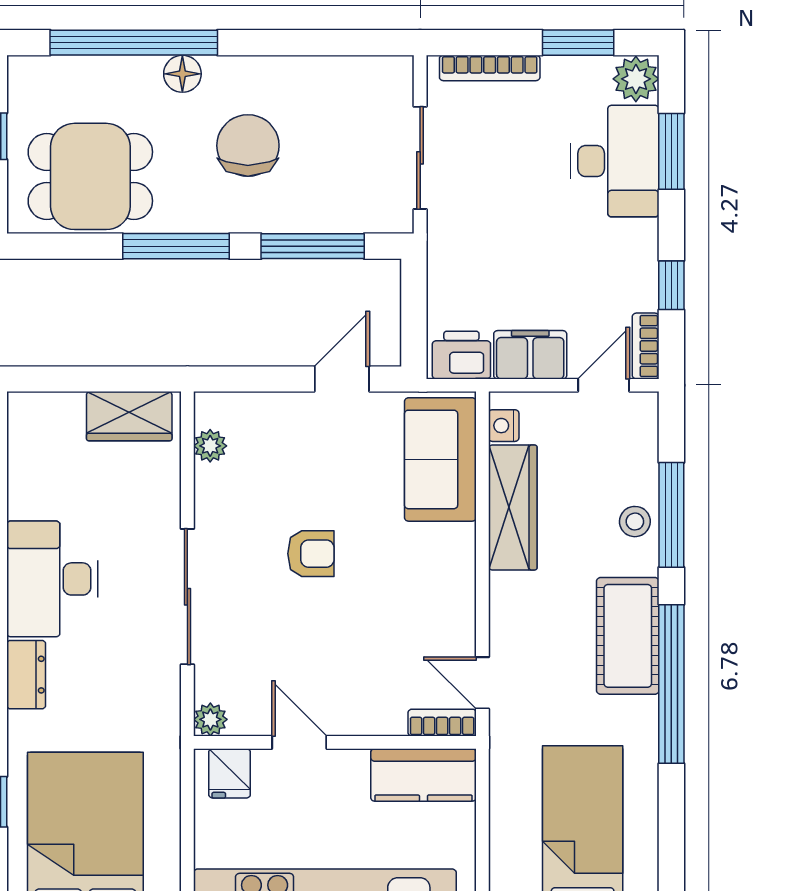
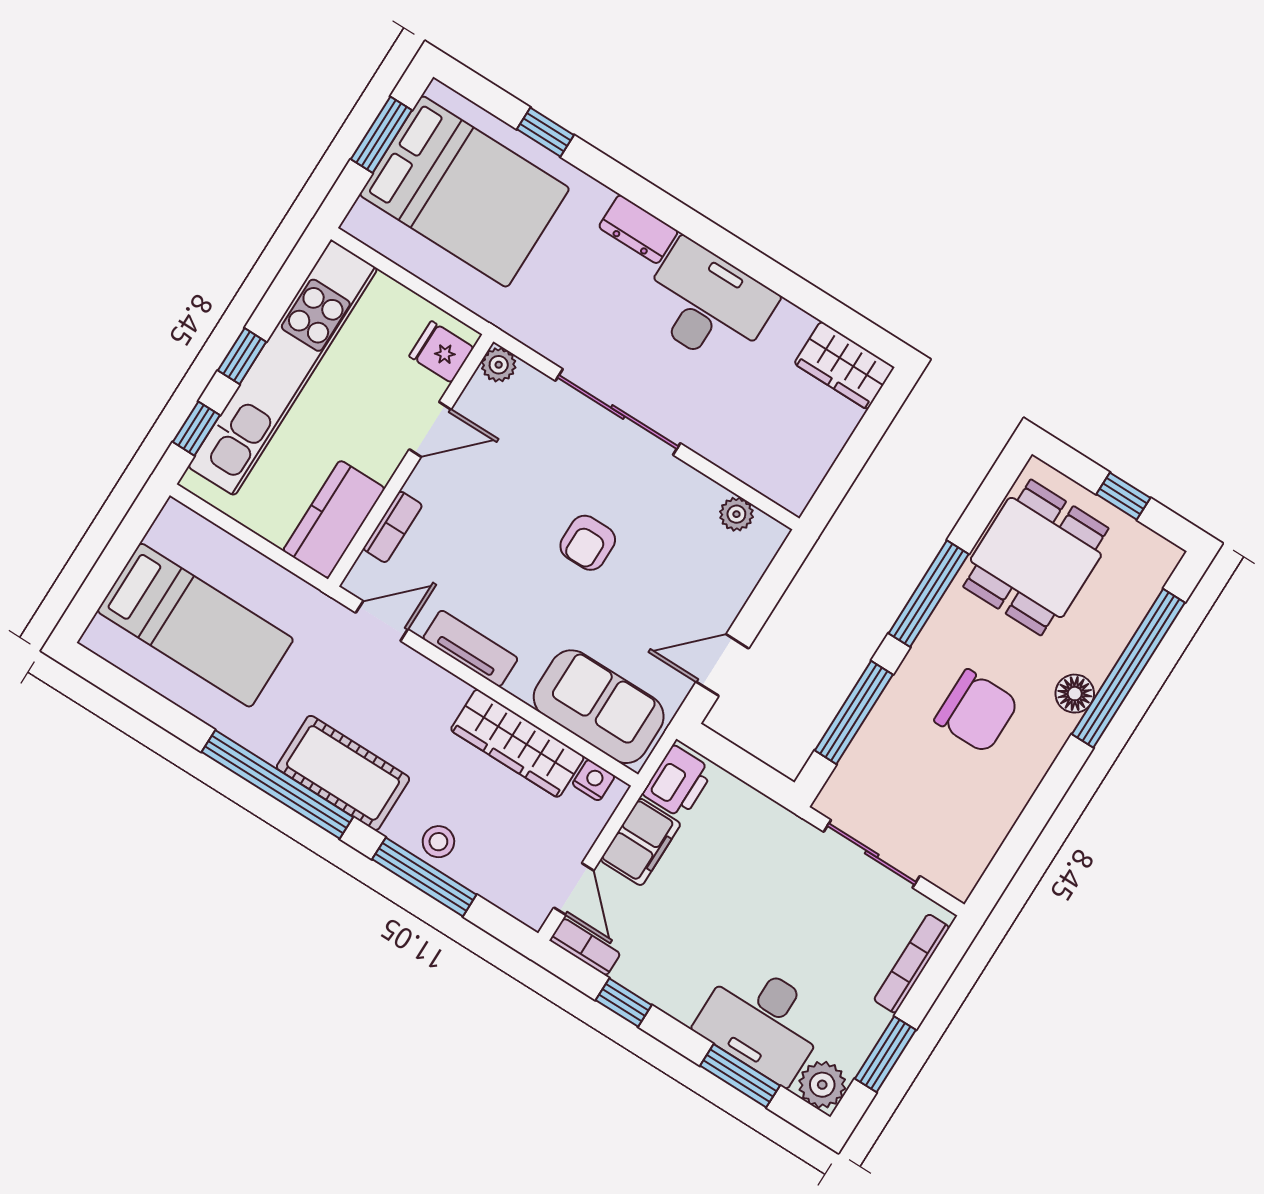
door: (342, 379) -> (722, 665), swing flipped
wardrobe: (129, 416) -> (844, 365), moved, turned -90
tv unit: (459, 595) -> (470, 648), added
bookcase: (442, 723) -> (393, 527), moved

